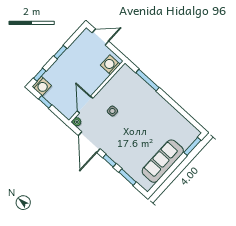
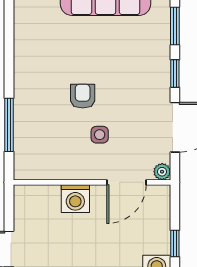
washing machine: (110, 65) -> (75, 199), moved
armchair: (133, 118) -> (83, 96), added

